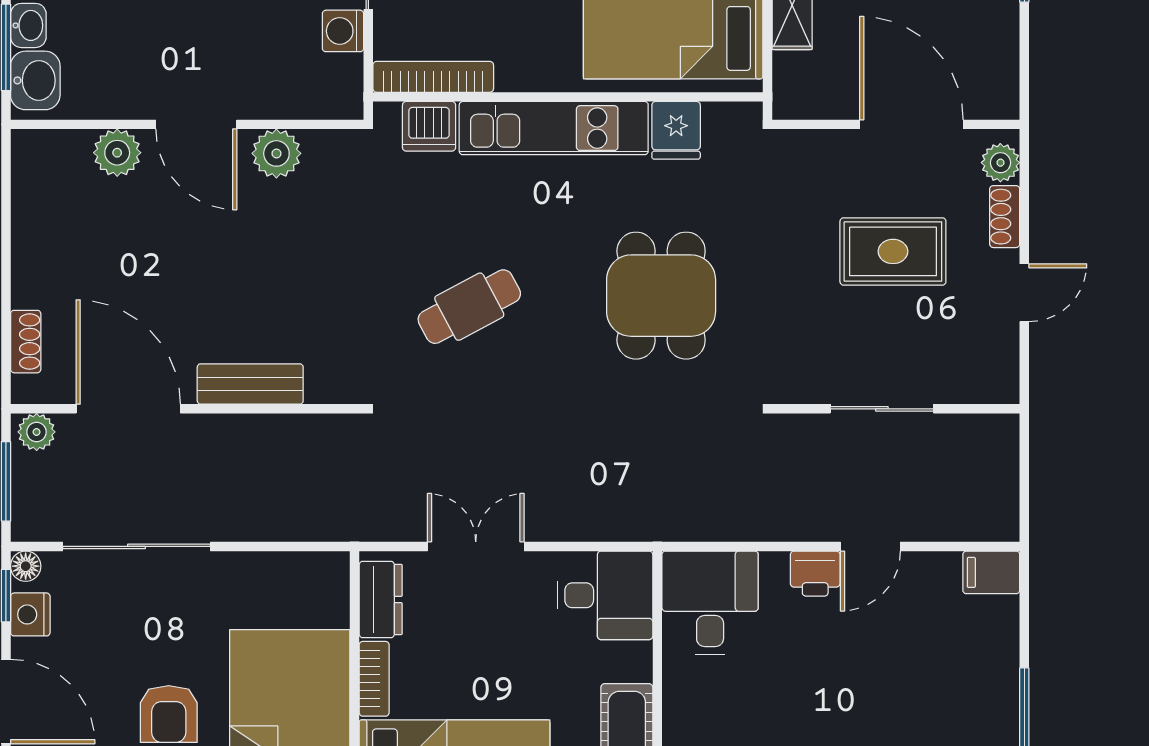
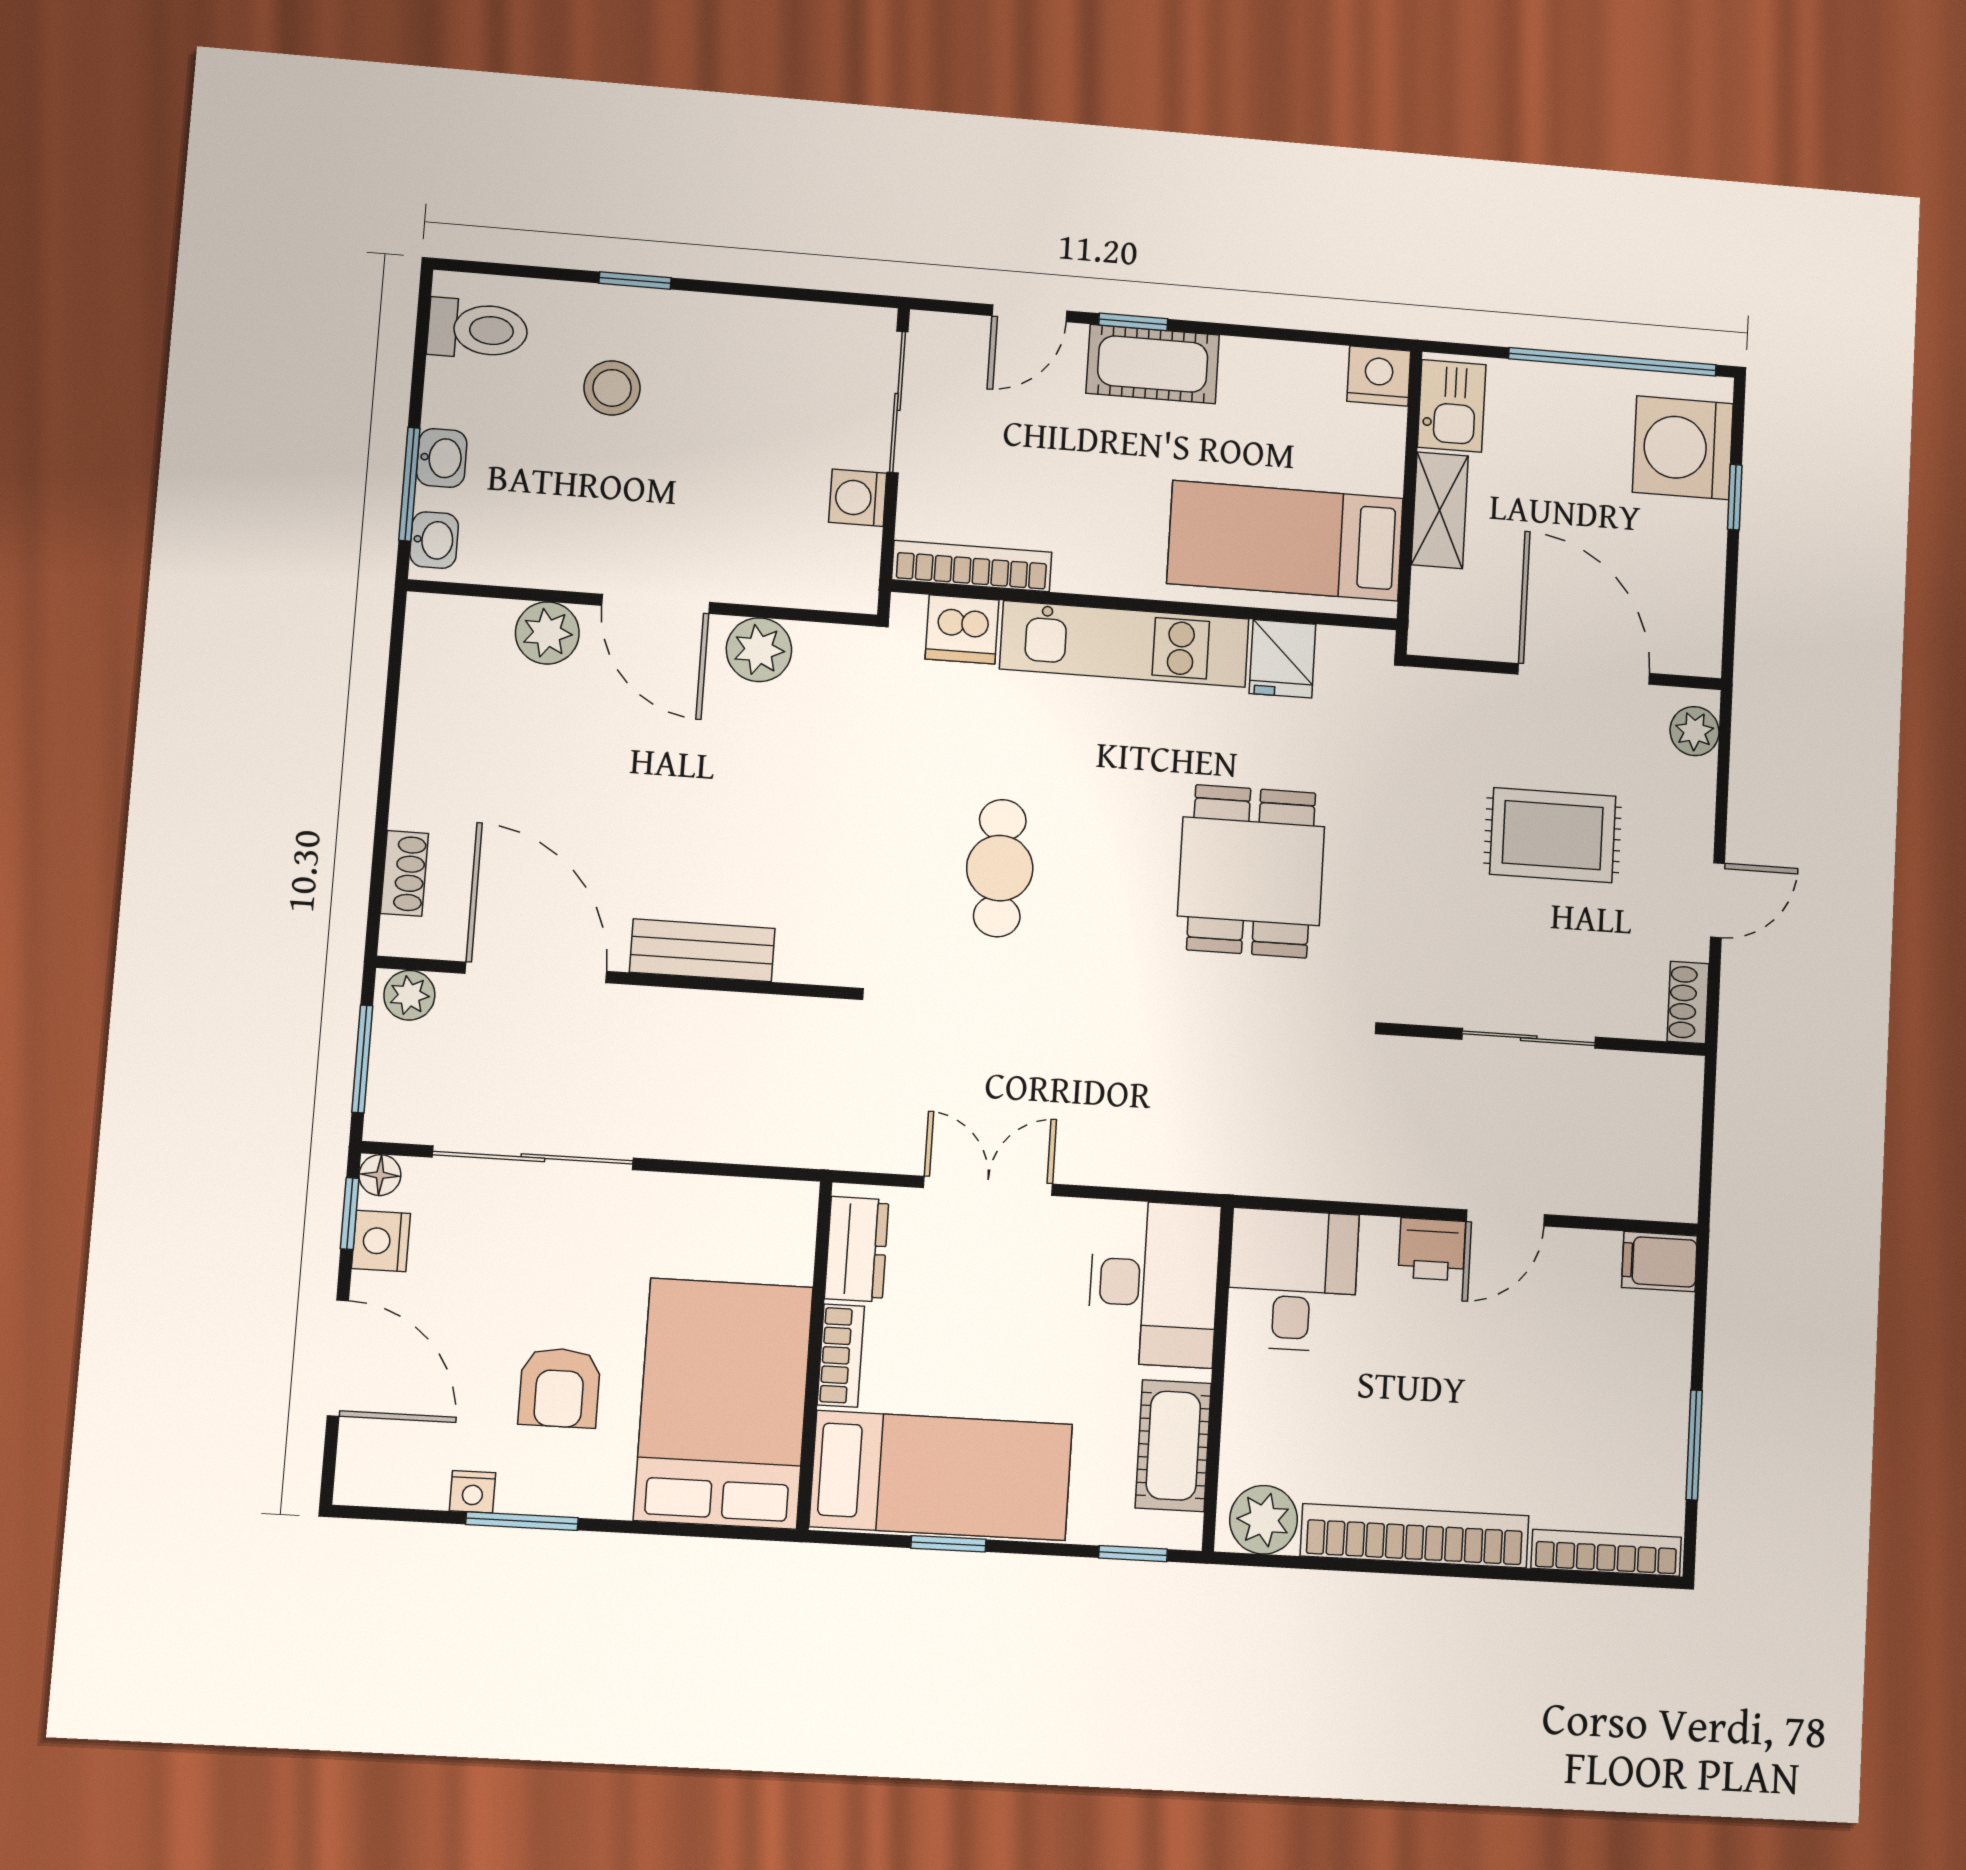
washbasin: (35, 80) -> (434, 540), width x0.72, depth x0.69
shoe rack: (1005, 217) -> (1688, 1002), moved
cafe table: (469, 307) -> (1000, 868), turned -62
desk: (605, 595) -> (1154, 1284), width x1.37

